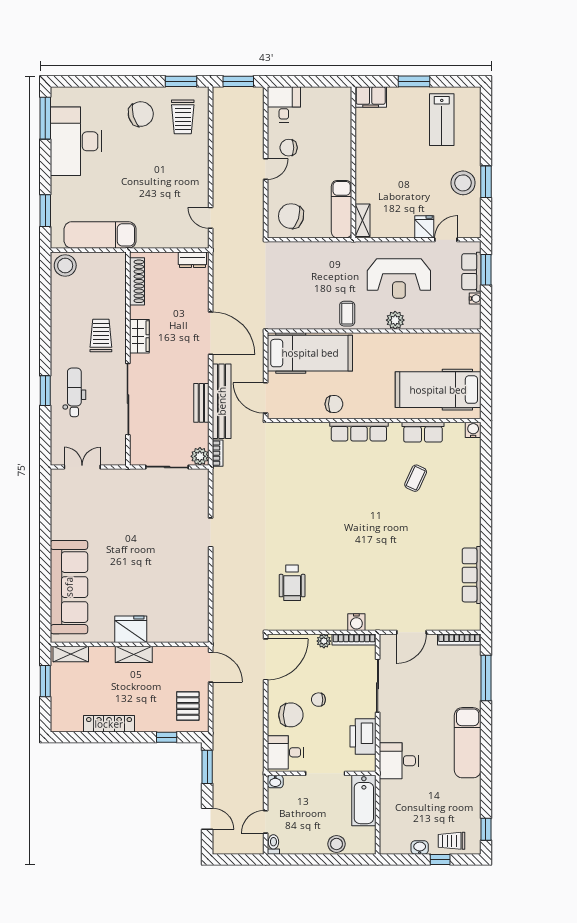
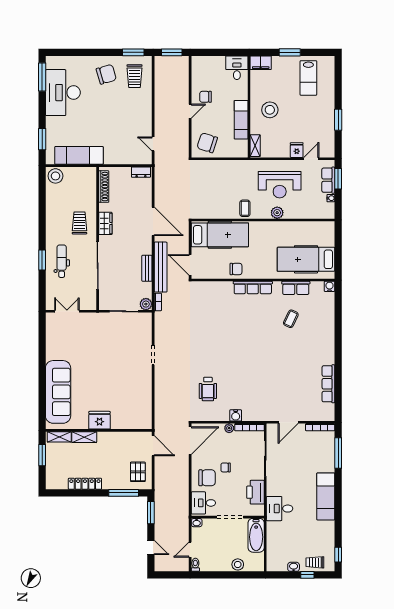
desk: (284, 104) -> (237, 68), moved
stool: (463, 183) -> (270, 110), moved
exam couch: (342, 209) -> (241, 120), moved
water cooler: (356, 622) -> (236, 415), moved
shelving: (134, 654) -> (84, 437), moved
window: (167, 737) -> (124, 493), width x2.17

